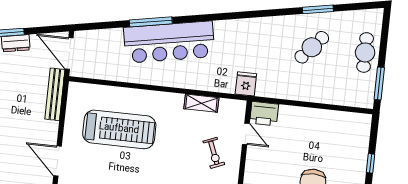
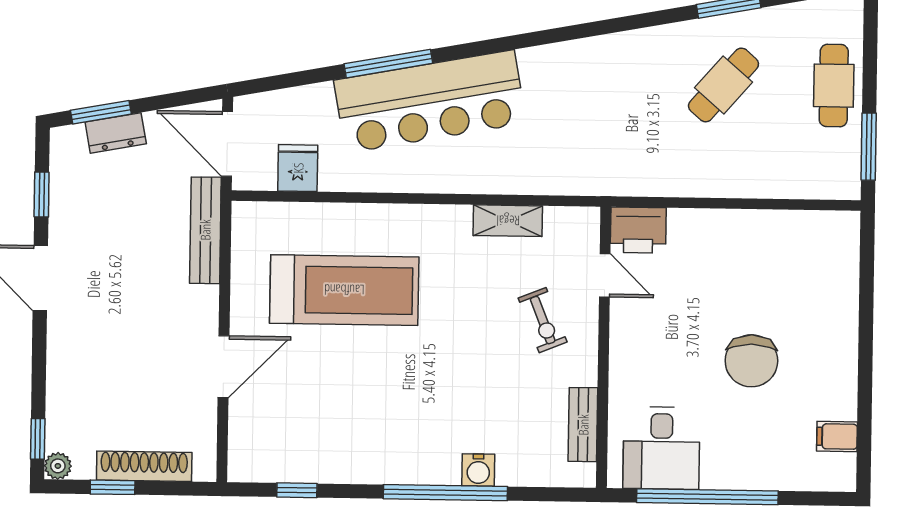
fridge: (246, 84) -> (298, 168), moved
door: (57, 161) -> (223, 367), swing flipped
window: (371, 163) -> (866, 312), removed

